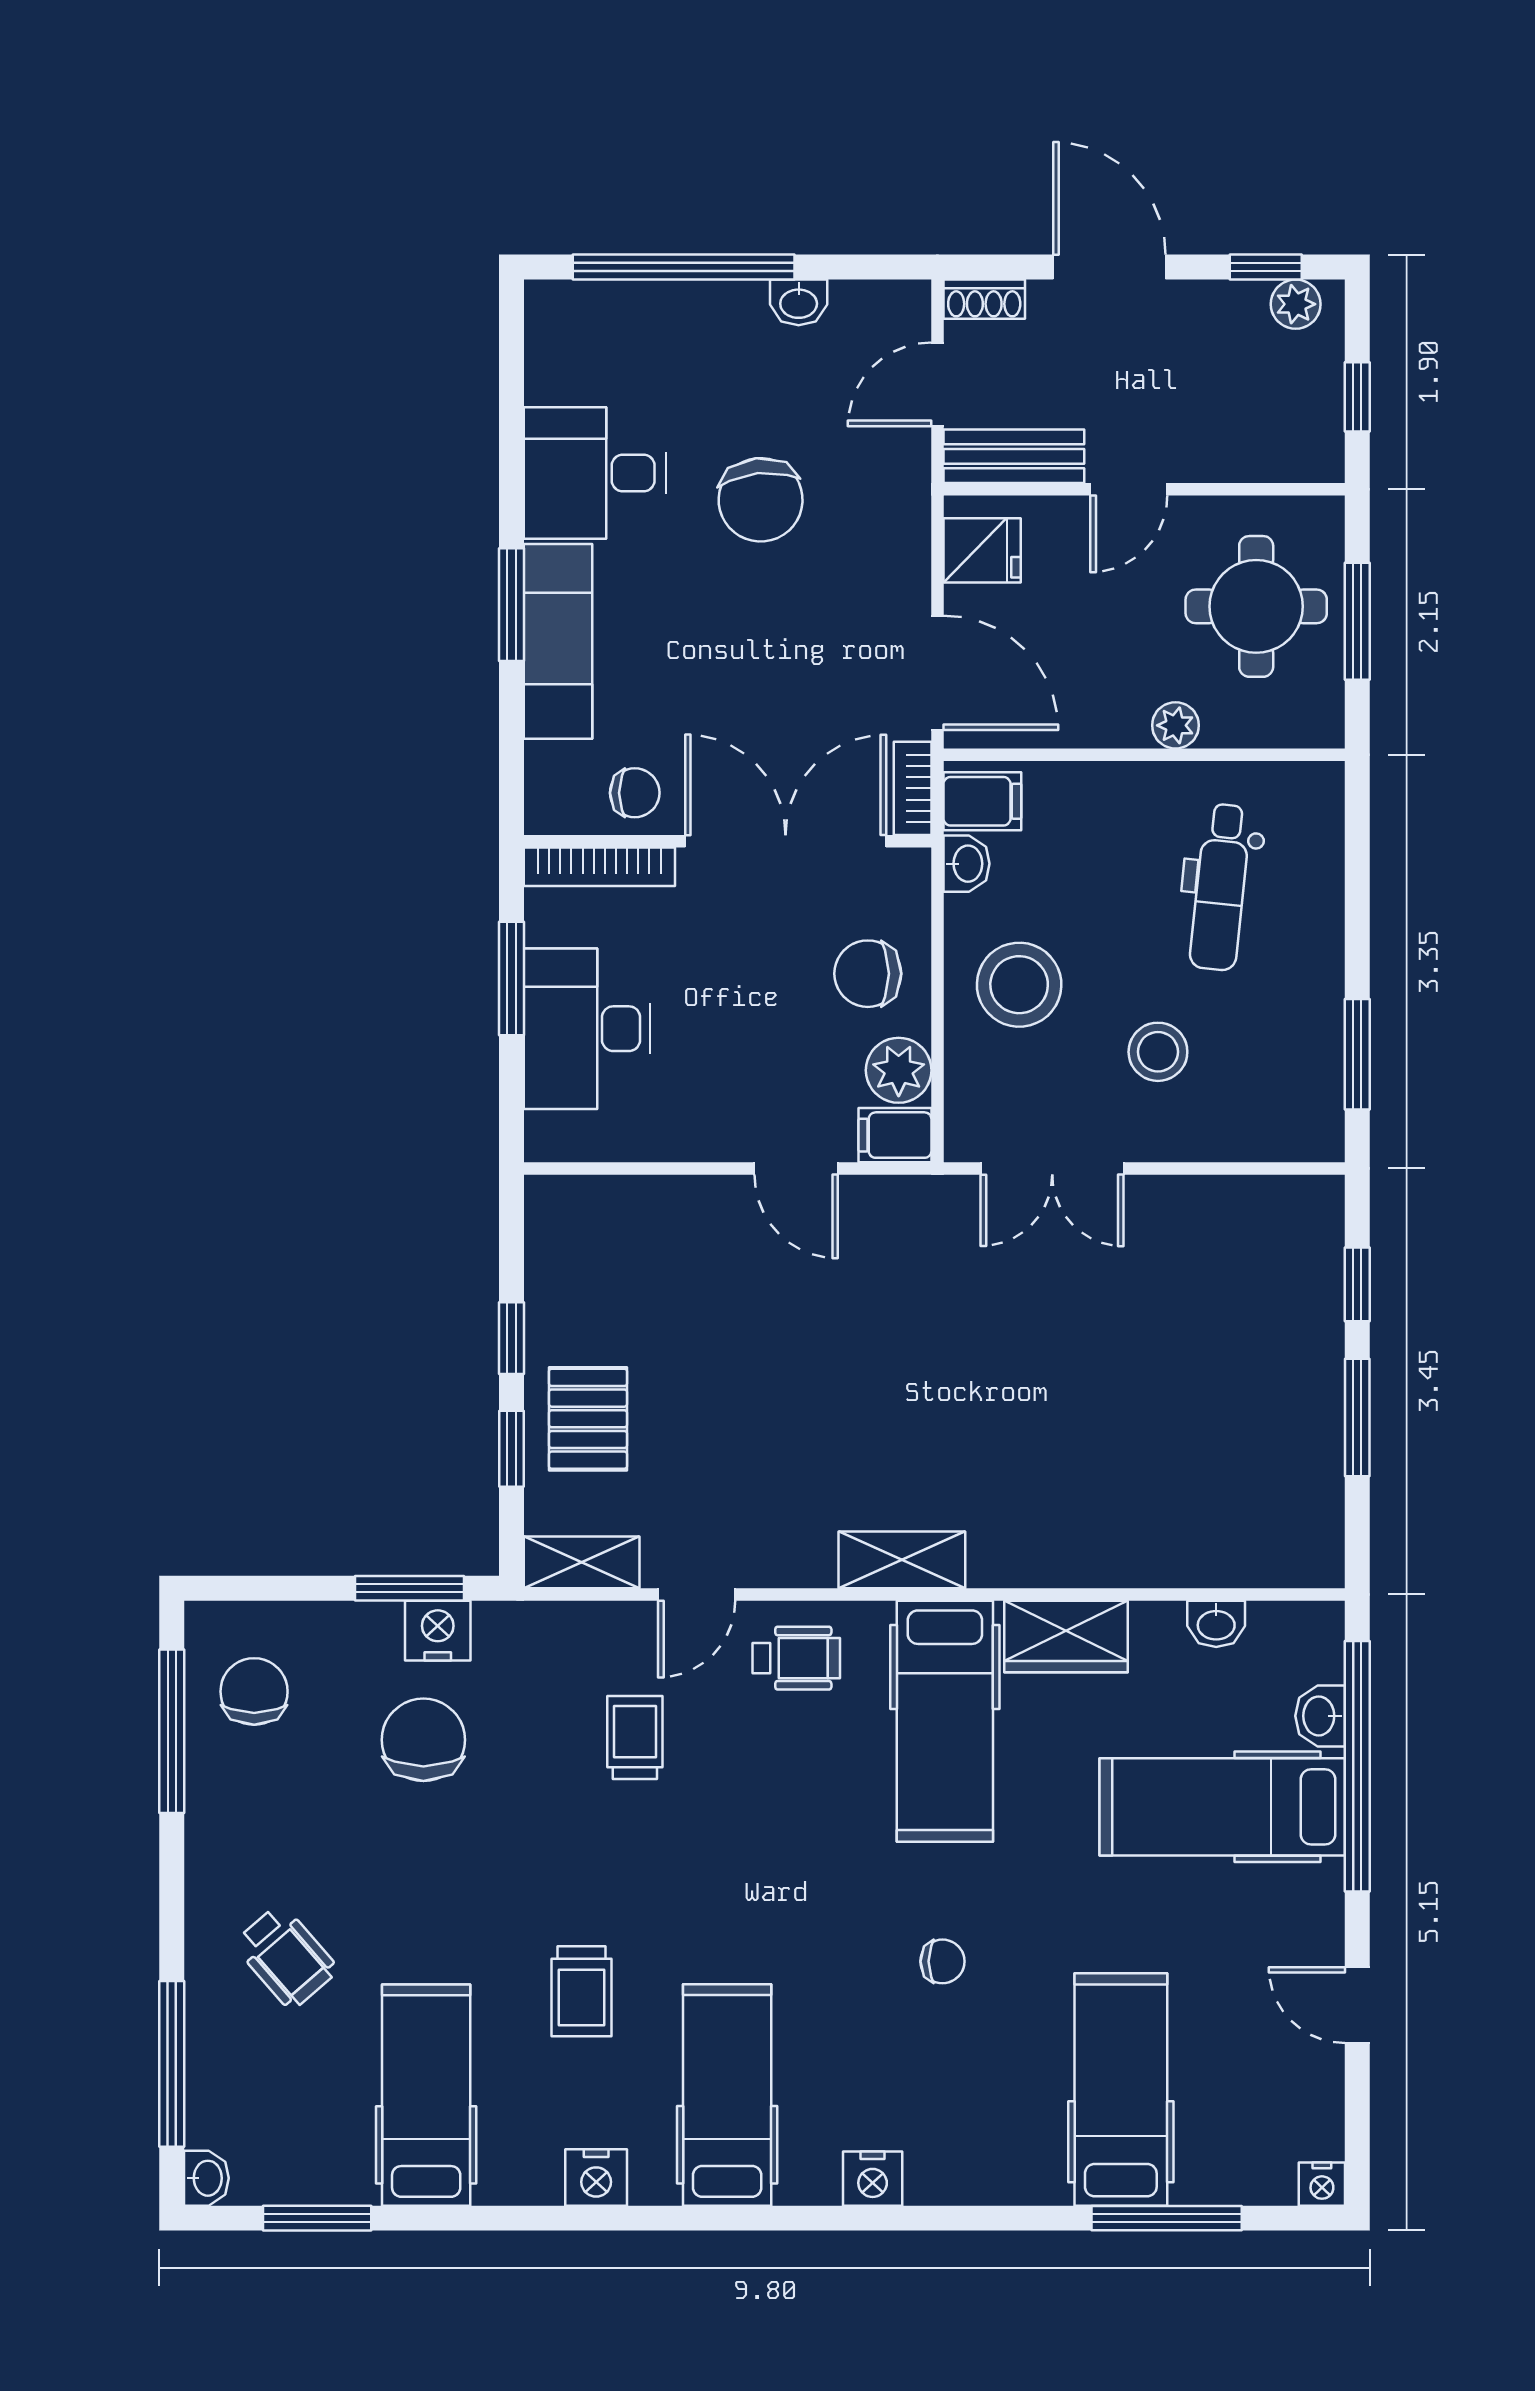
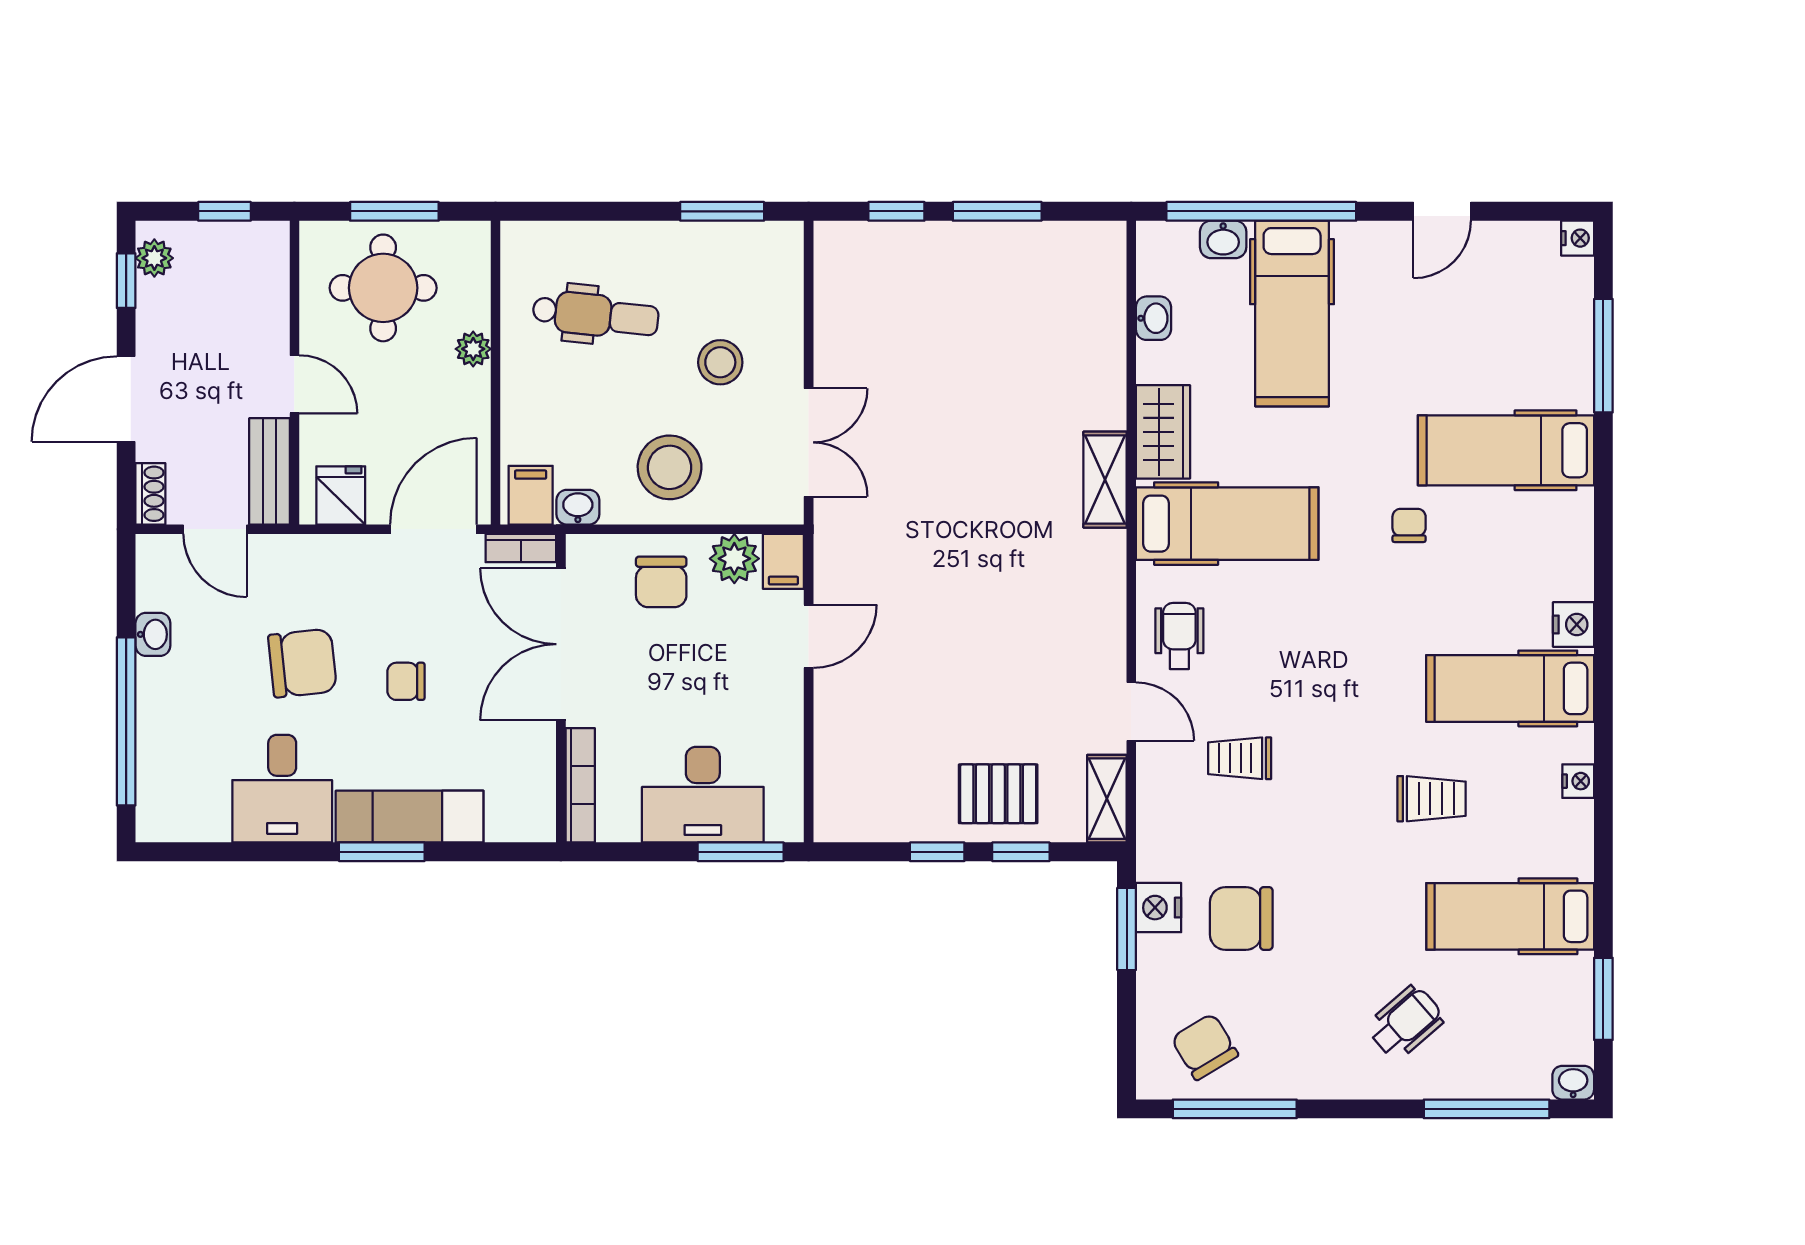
chair: (635, 793) -> (406, 681), moved, turned -90
window: (511, 978) -> (741, 852), moved
shelving: (902, 1560) -> (1105, 480), moved
chair: (254, 1691) -> (1205, 1047), turned 59
hospital bed: (1121, 2089) -> (1506, 450), moved
nightstand: (596, 2177) -> (1578, 781), width x0.72, depth x0.74
nightstand: (873, 2179) -> (1573, 624), moved

